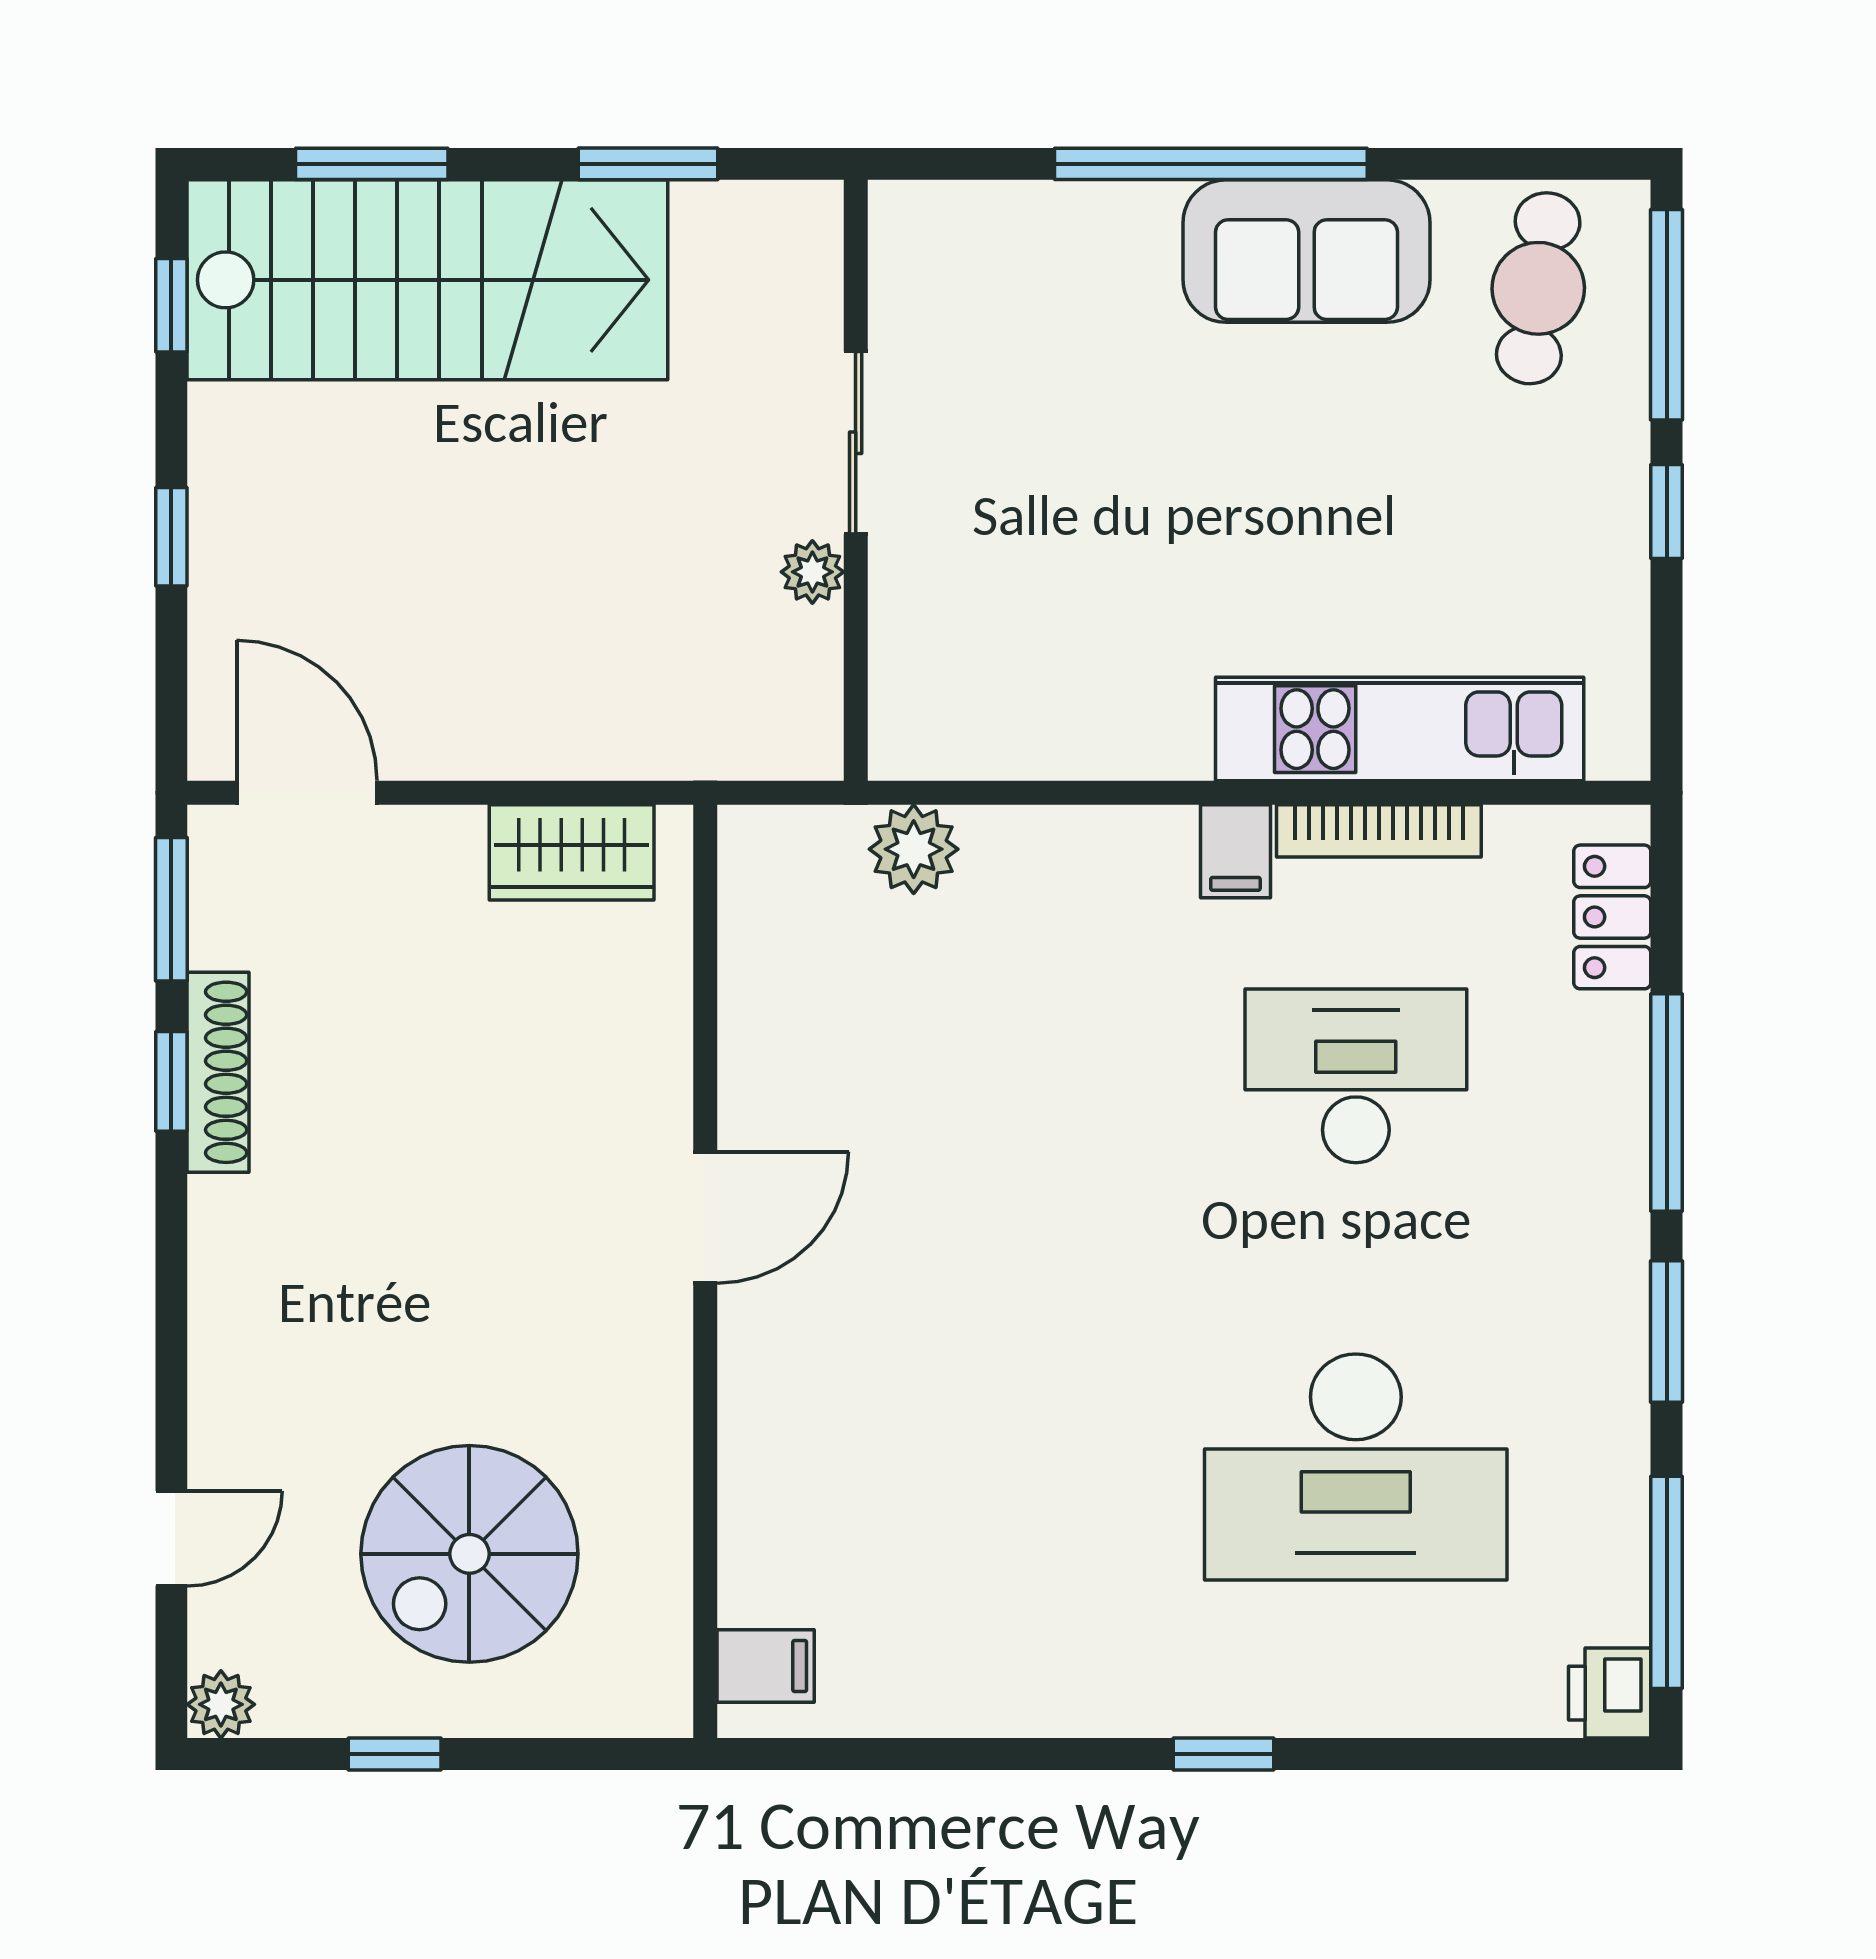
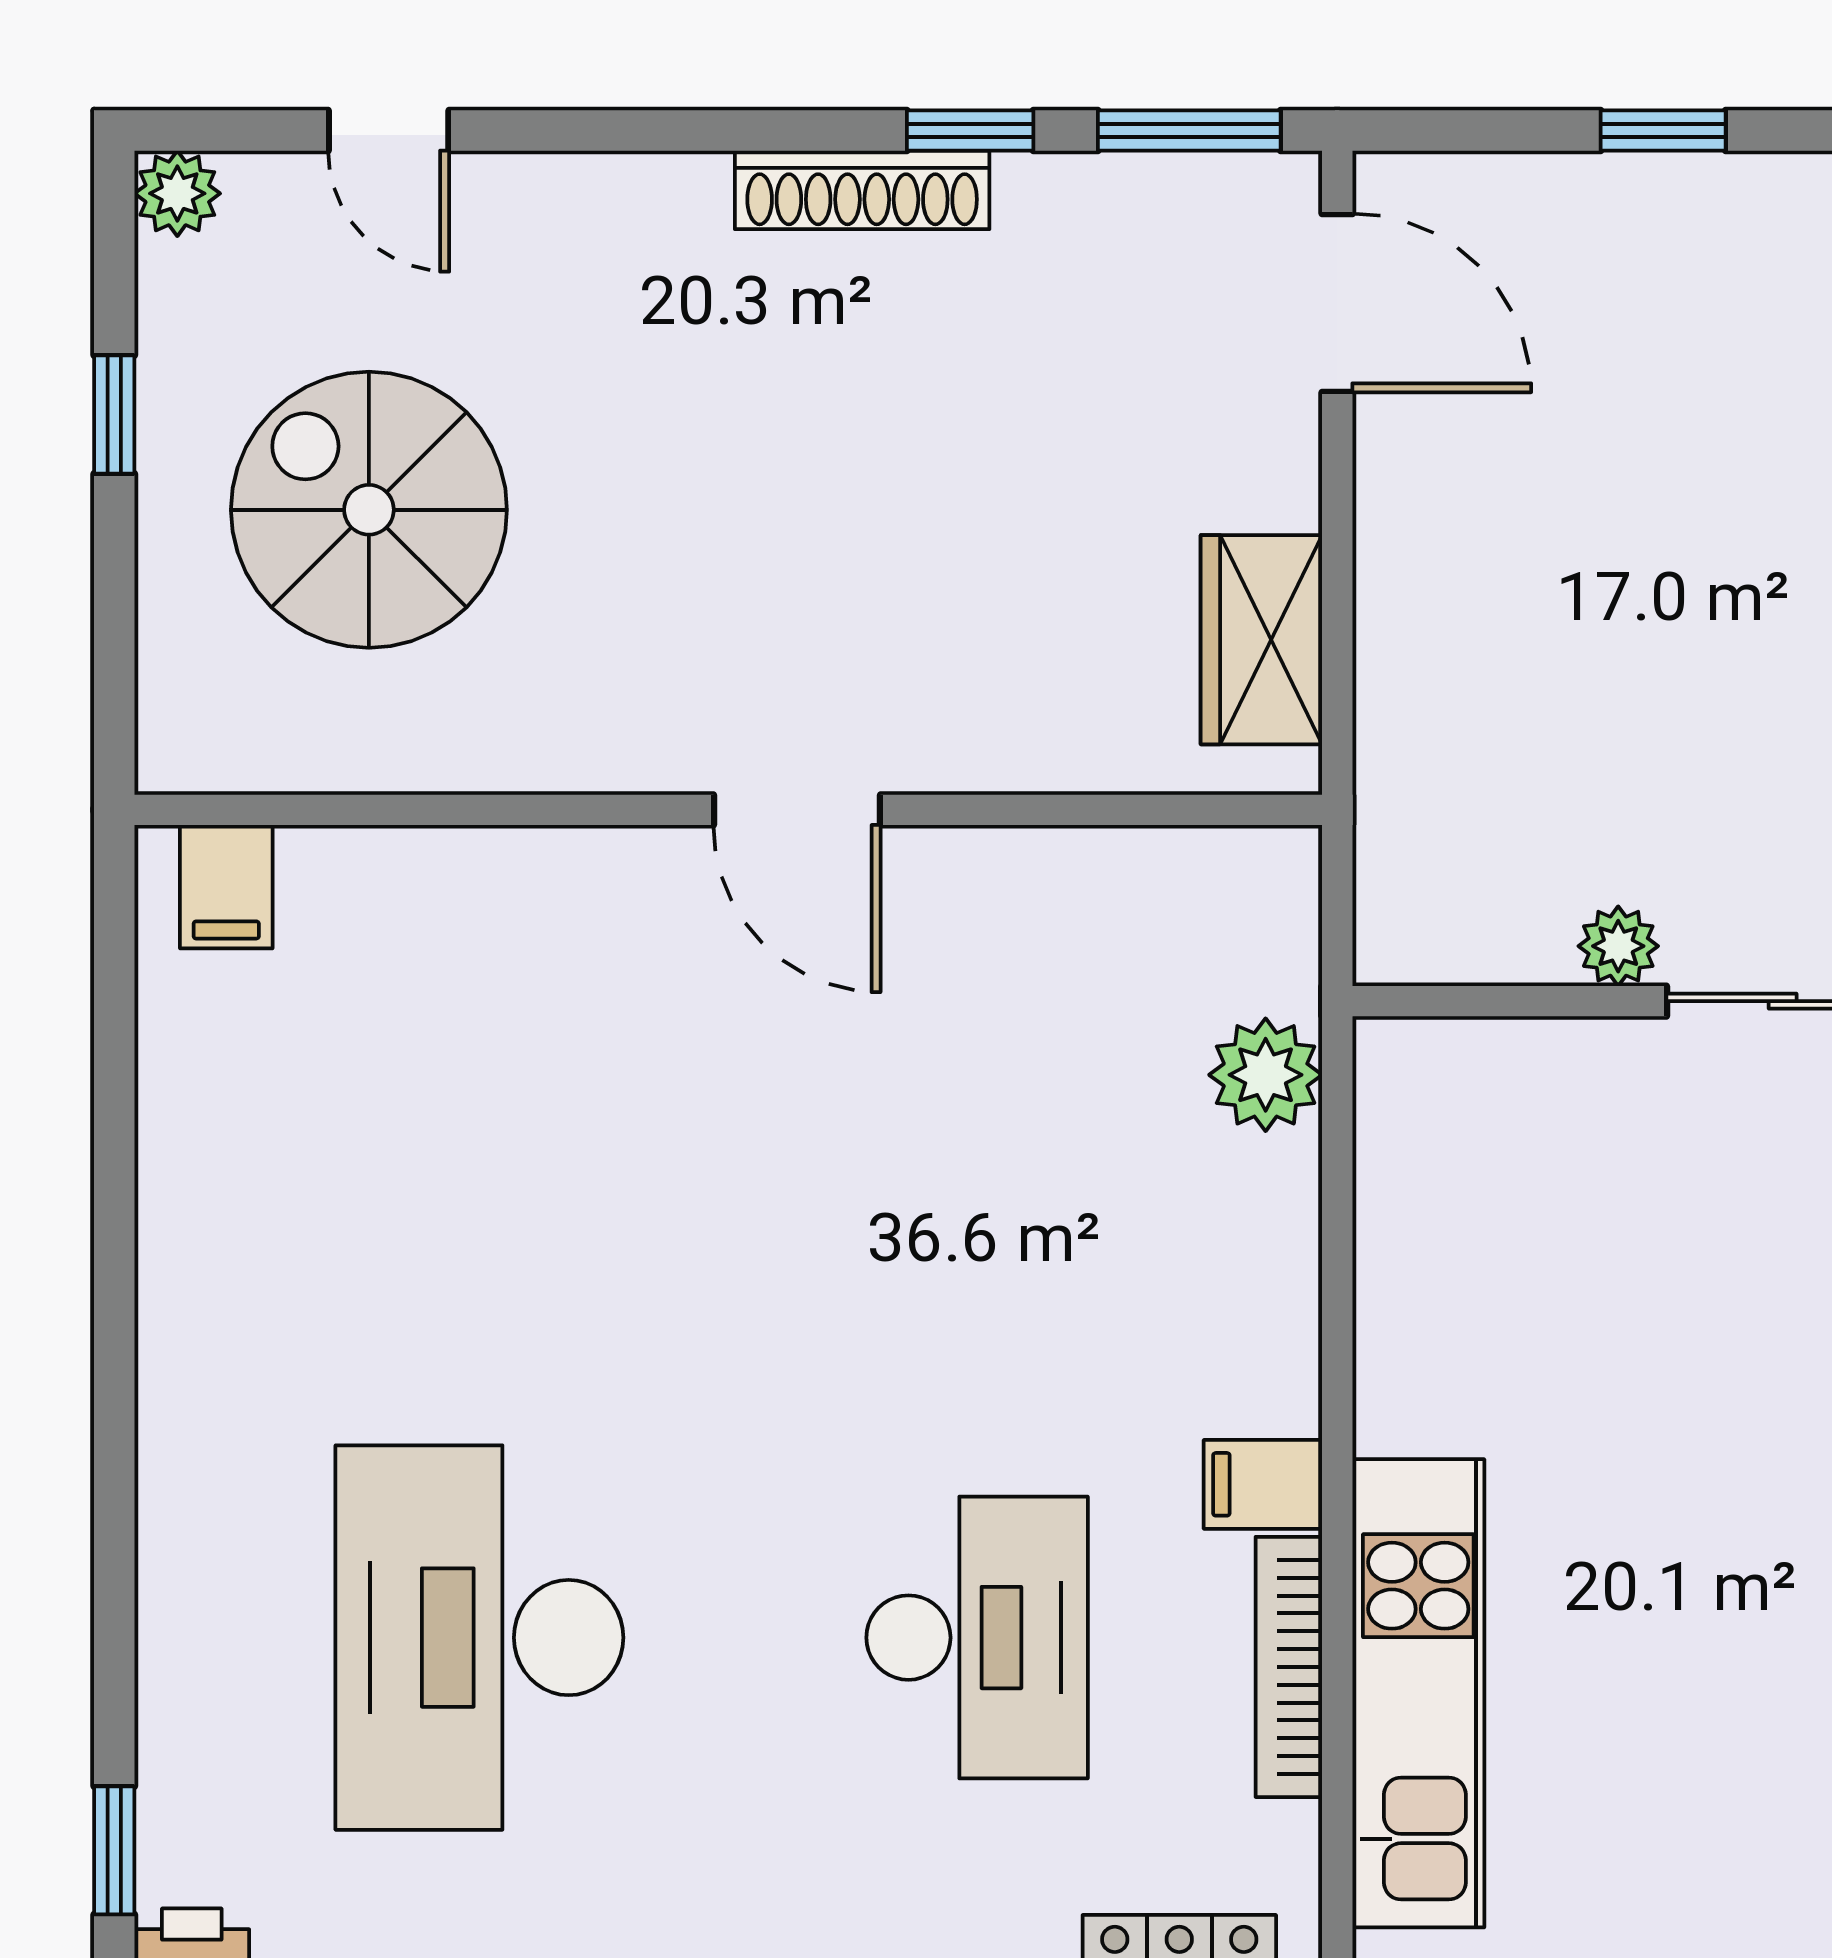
door: (307, 793) -> (1337, 303), hinge flipped
shoe rack: (218, 1072) -> (862, 190), moved
window: (1224, 1754) -> (114, 1850), moved

